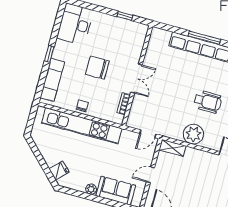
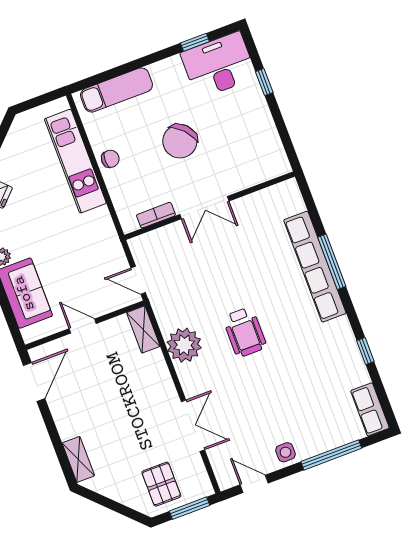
window: (125, 16) -> (264, 82), moved
window: (49, 54) -> (195, 42), moved
chair: (97, 68) -> (180, 141), turned -133
kitchen unit: (82, 126) -> (75, 161), width x0.73

